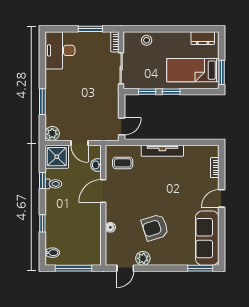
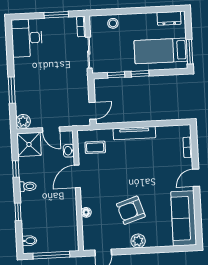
toilet: (53, 184) -> (28, 186), moved
plant: (143, 258) -> (138, 241), moved
window: (200, 268) -> (178, 249), removed

